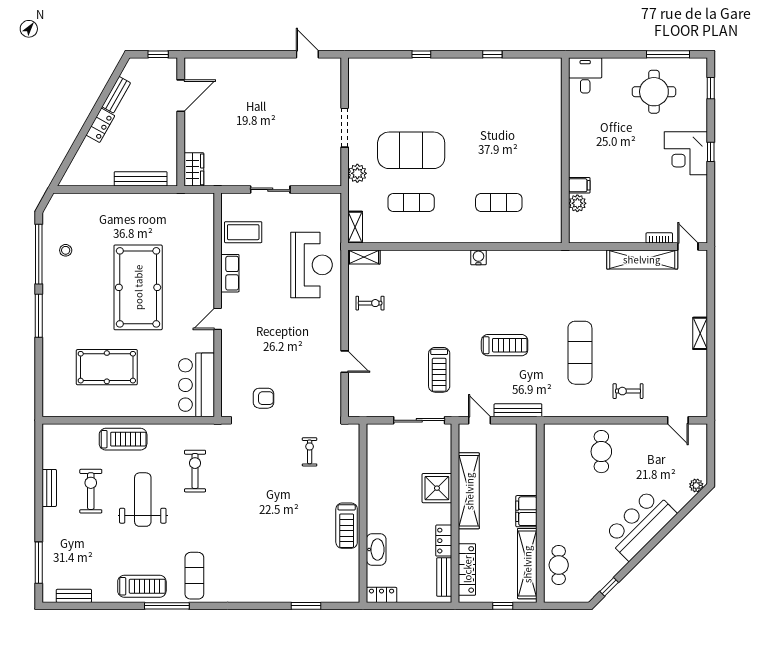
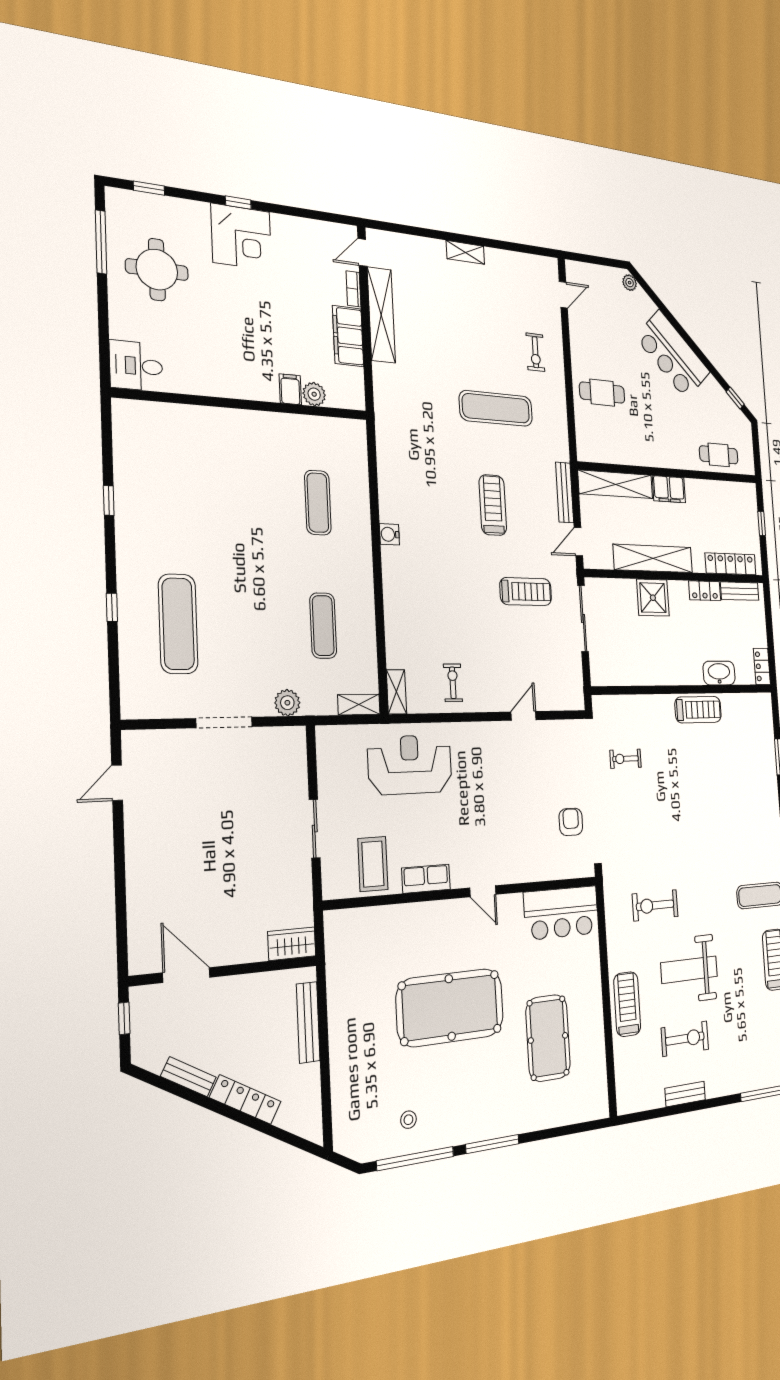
locker: (100, 125) -> (245, 1100), width x1.53
exercise mat: (411, 150) -> (178, 624), moved, width x0.68
filing cabinet: (623, 232) -> (348, 336), added
exercise bike: (91, 491) -> (685, 1039), turned 180
shelving: (527, 564) -> (616, 484), moved

